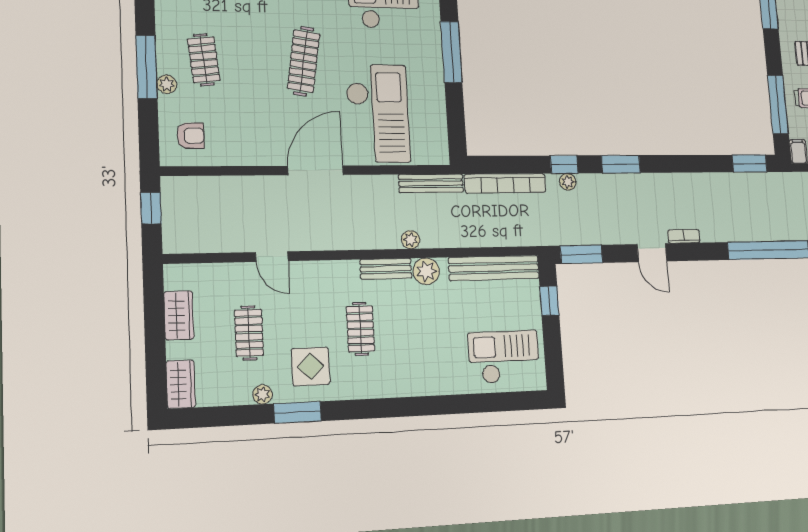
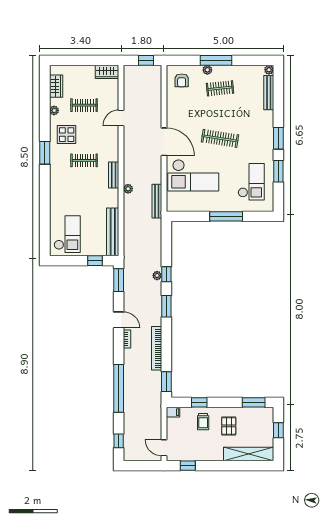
window: (778, 105) -> (199, 402), width x0.46
bookcase: (505, 183) -> (157, 348), moved
door: (652, 253) -> (119, 320), swing flipped
plant: (426, 271) -> (112, 196), removed
wardrobe: (179, 315) -> (107, 72), moved
wardrobe: (181, 384) -> (56, 86), moved, turned -90
window: (298, 412) -> (45, 153), moved

